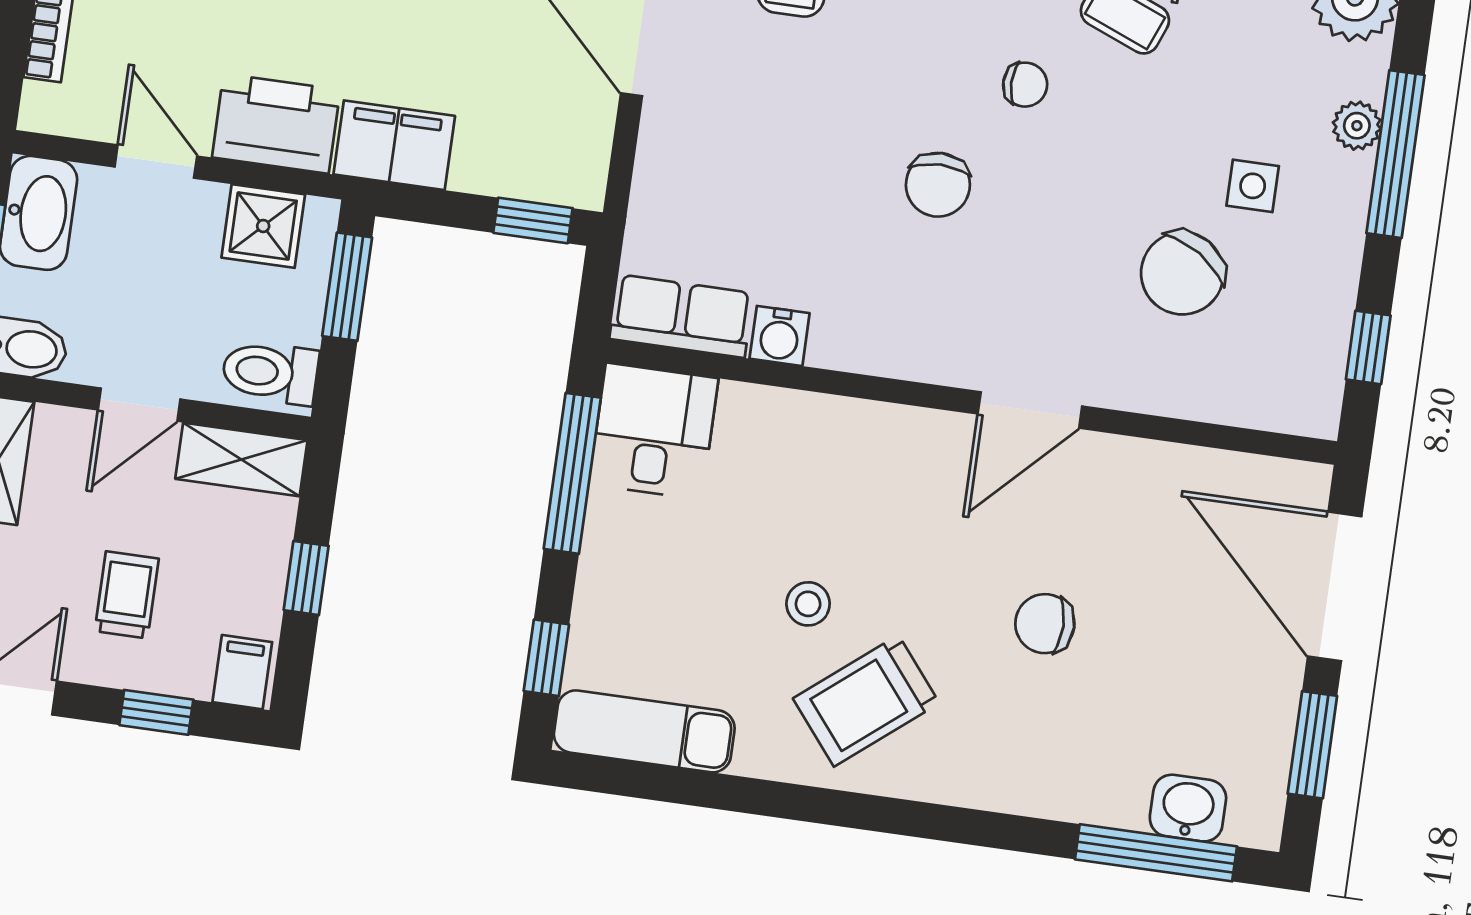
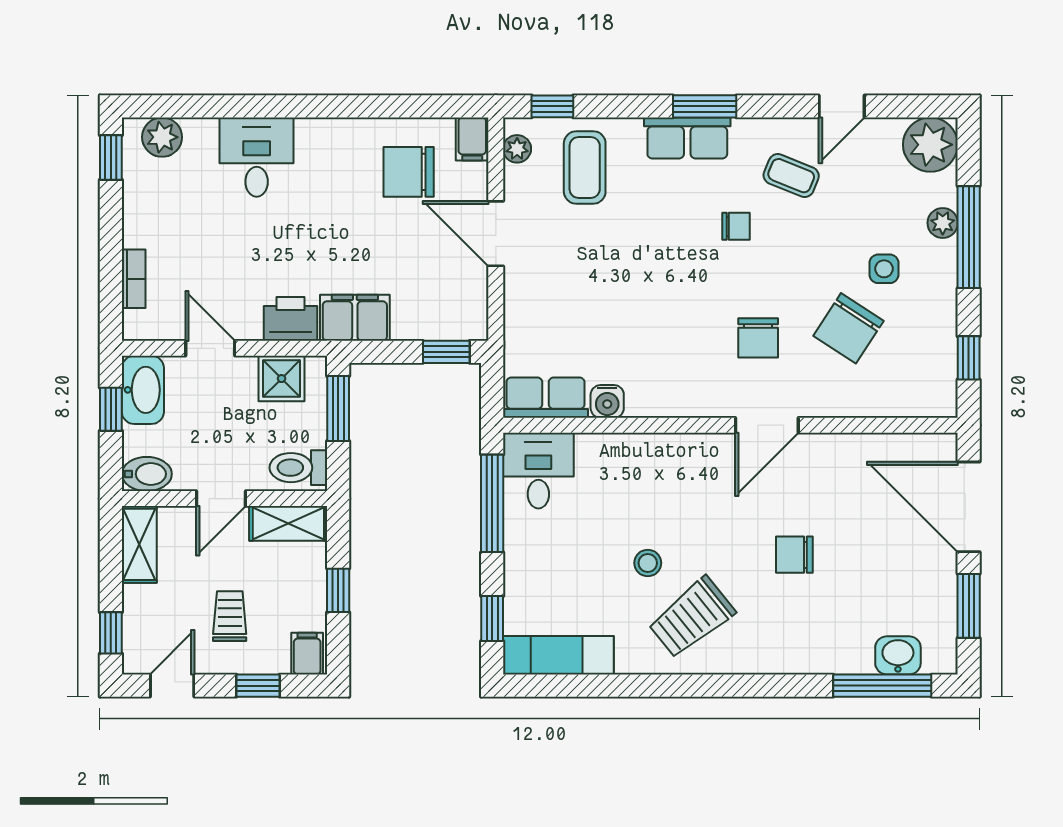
printer: (276, 124) -> (291, 319), width x0.73, depth x0.84
chair: (938, 185) -> (758, 338), moved

